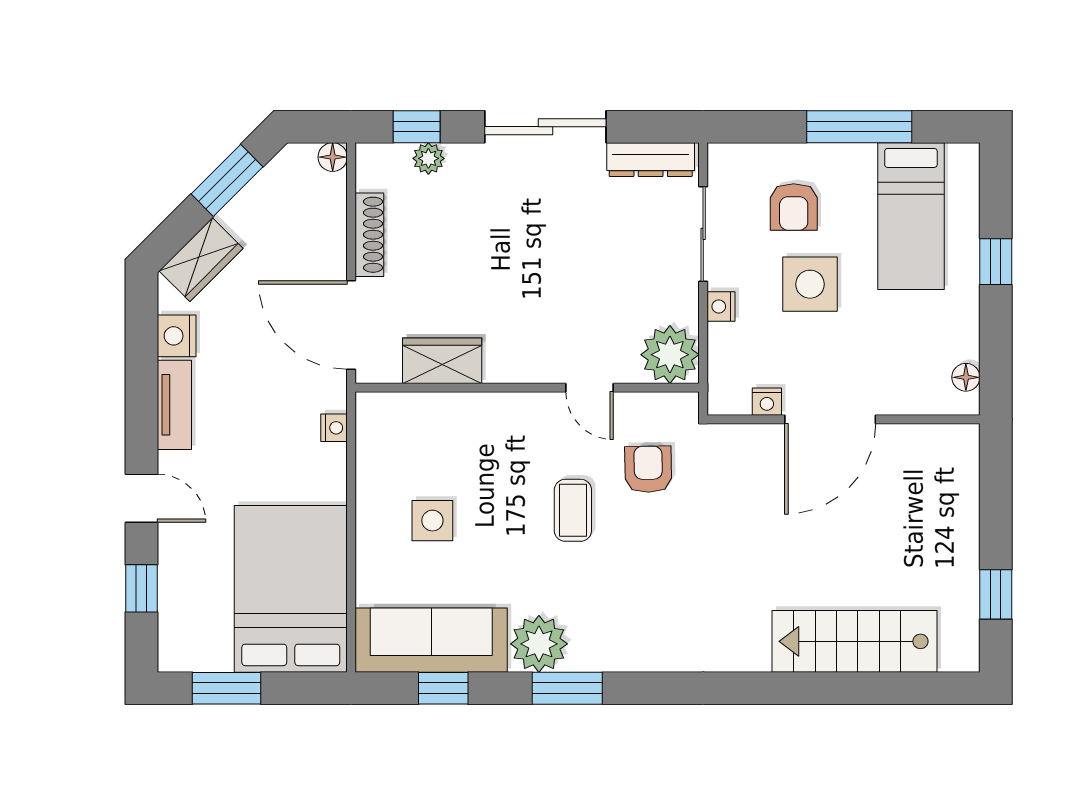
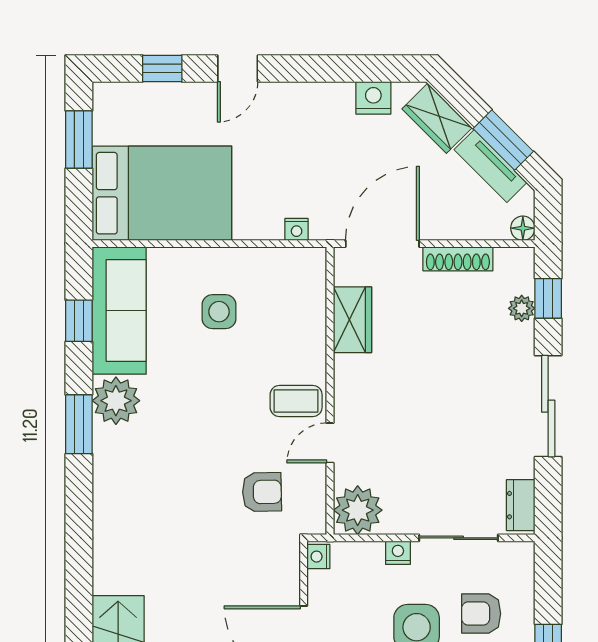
dresser: (651, 160) -> (521, 505), width x0.70
nightstand: (767, 402) -> (318, 557), moved
tv unit: (174, 405) -> (490, 166), moved, turned 45
coffee table: (573, 510) -> (296, 401), moved

